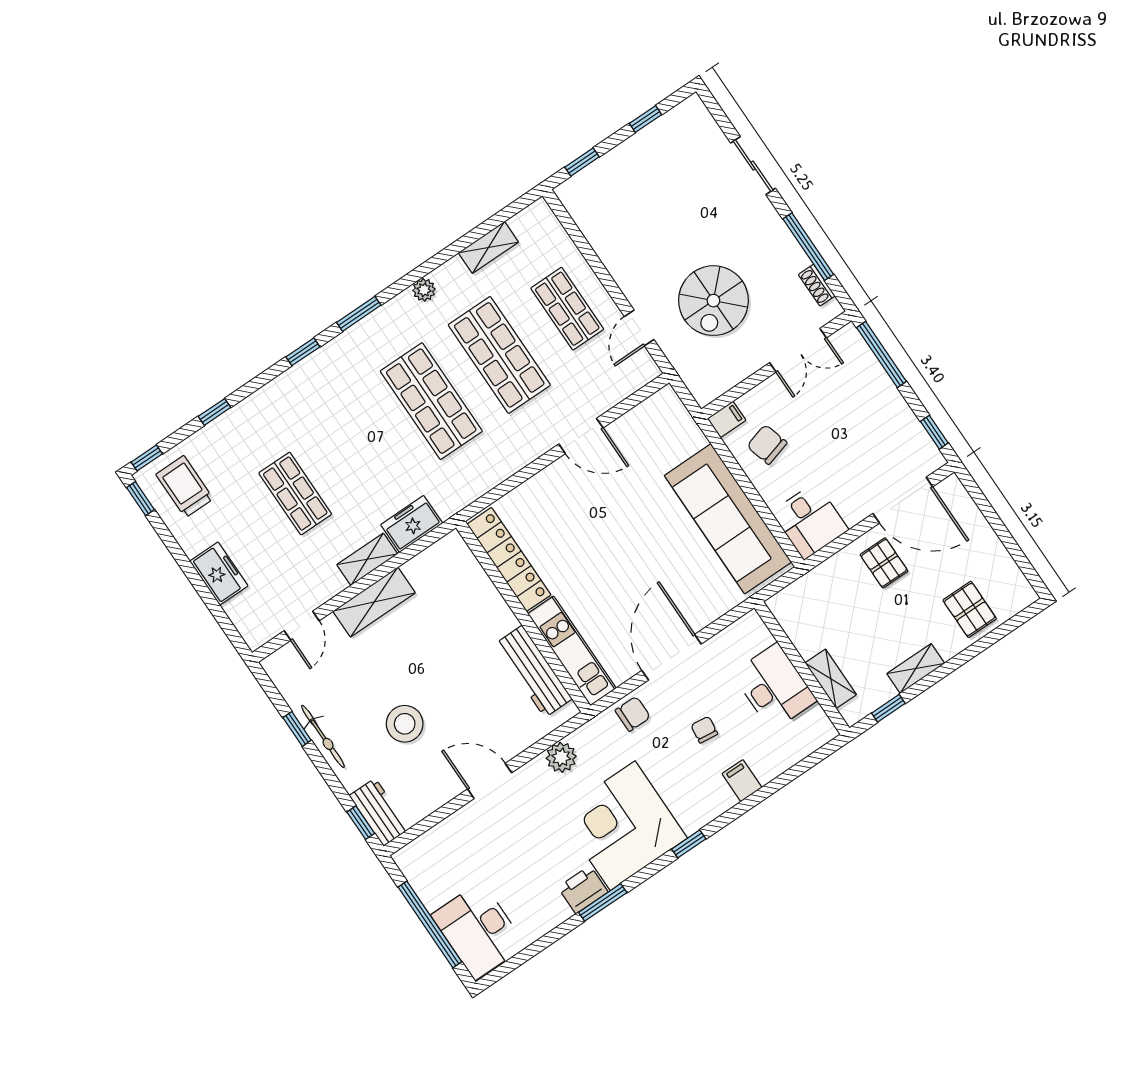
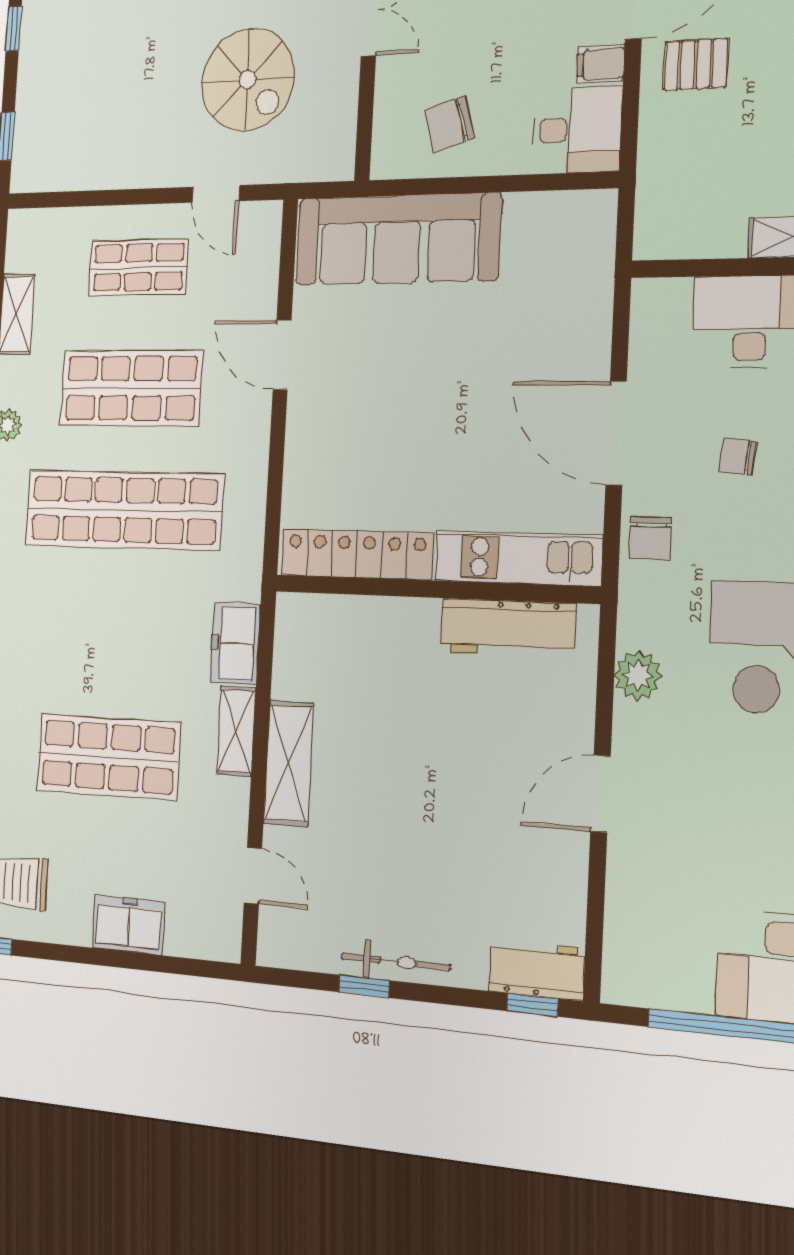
shop shelf: (431, 401) -> (123, 510), width x1.40
filing cabinet: (727, 419) -> (601, 64), moved, turned -90
door: (581, 436) -> (282, 355), swing flipped
shop shelf: (295, 494) -> (108, 757), width x1.43, depth x1.36
sofa: (728, 519) -> (397, 239), moved
chair: (633, 714) -> (650, 538), turned 180
stool: (405, 724) -> (454, 845), removed

